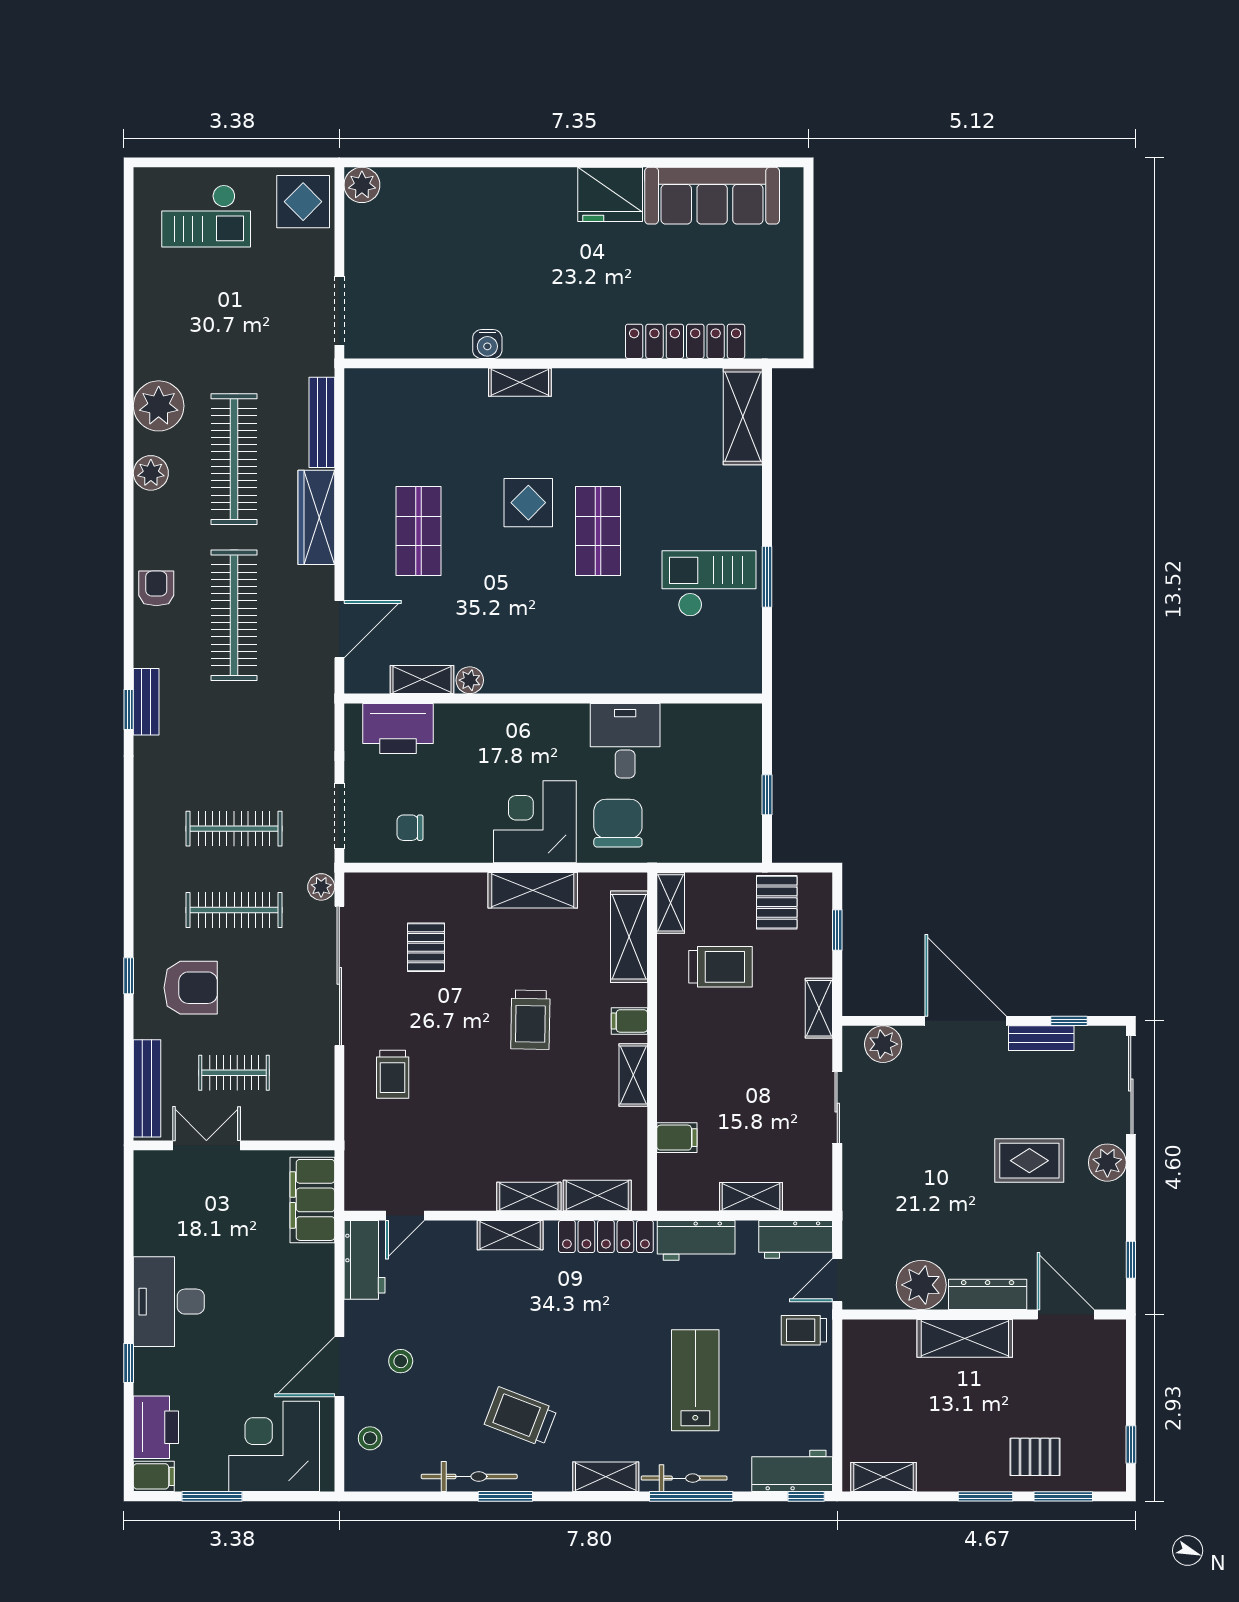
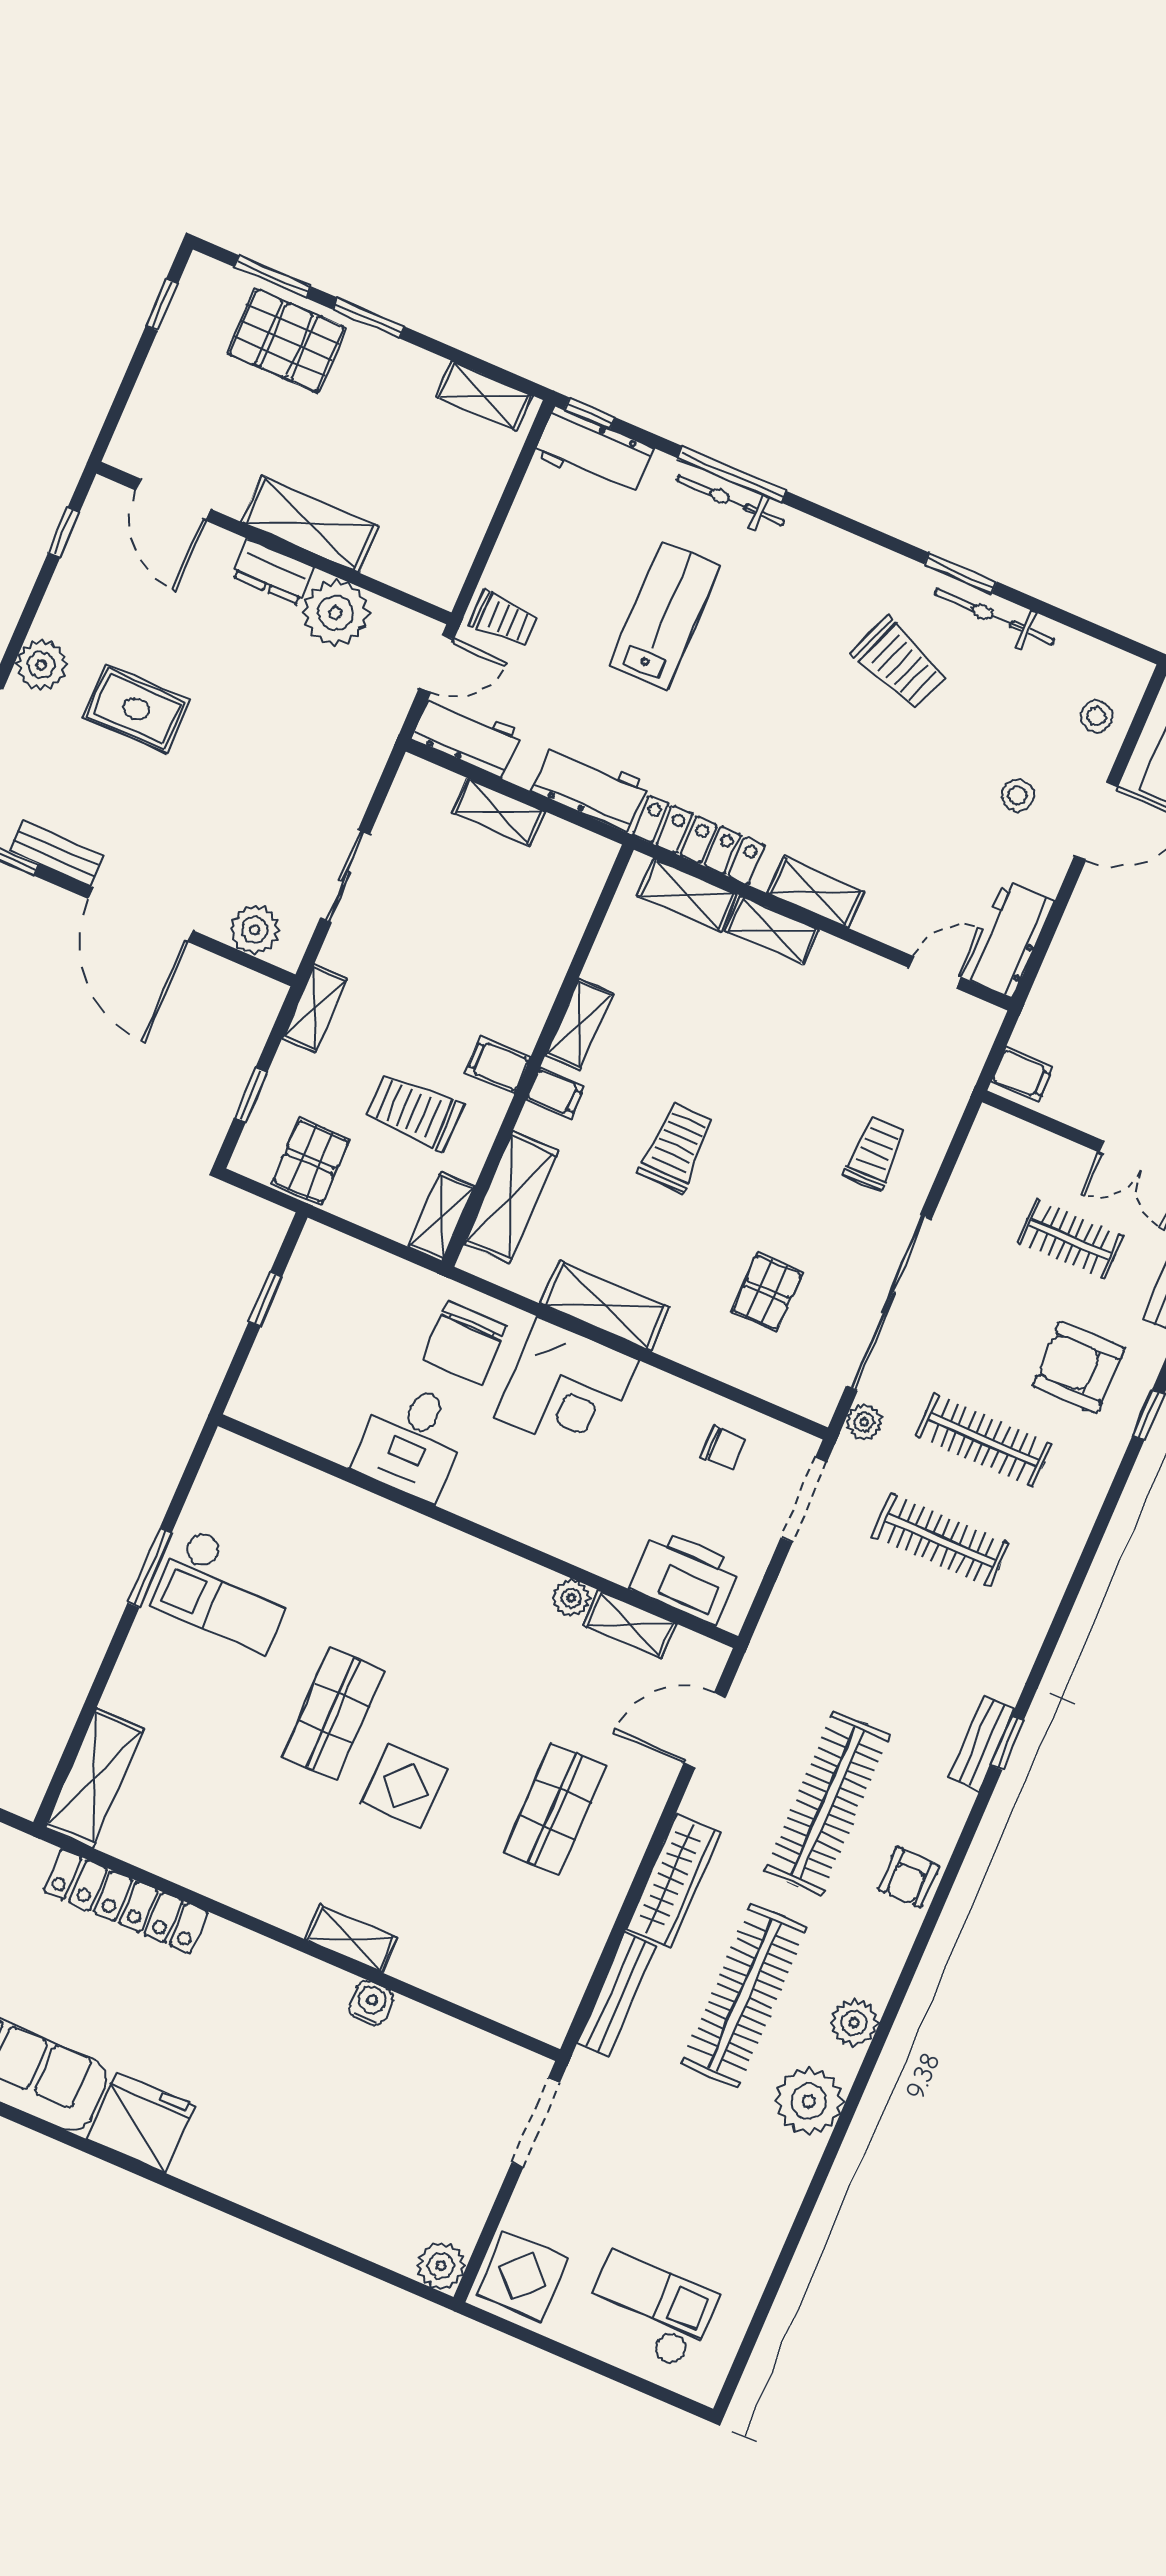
filing cabinet: (677, 1138) -> (498, 1065), moved
filing cabinet: (312, 1200) -> (1022, 1074), width x0.33, depth x0.86
dresser: (988, 1294) -> (274, 572), width x0.70
lab bench: (695, 1380) -> (665, 615), turned 180
pallet: (1035, 1457) -> (287, 341), width x1.50, depth x1.42
shelving: (606, 1477) -> (826, 544), removed

